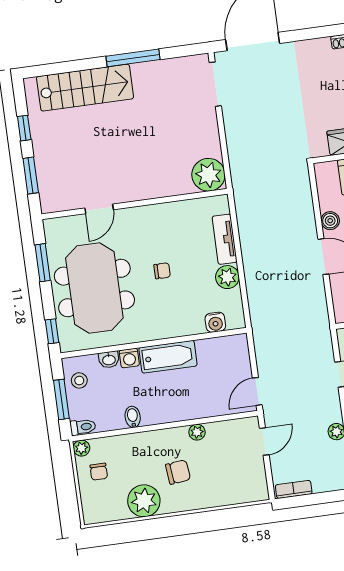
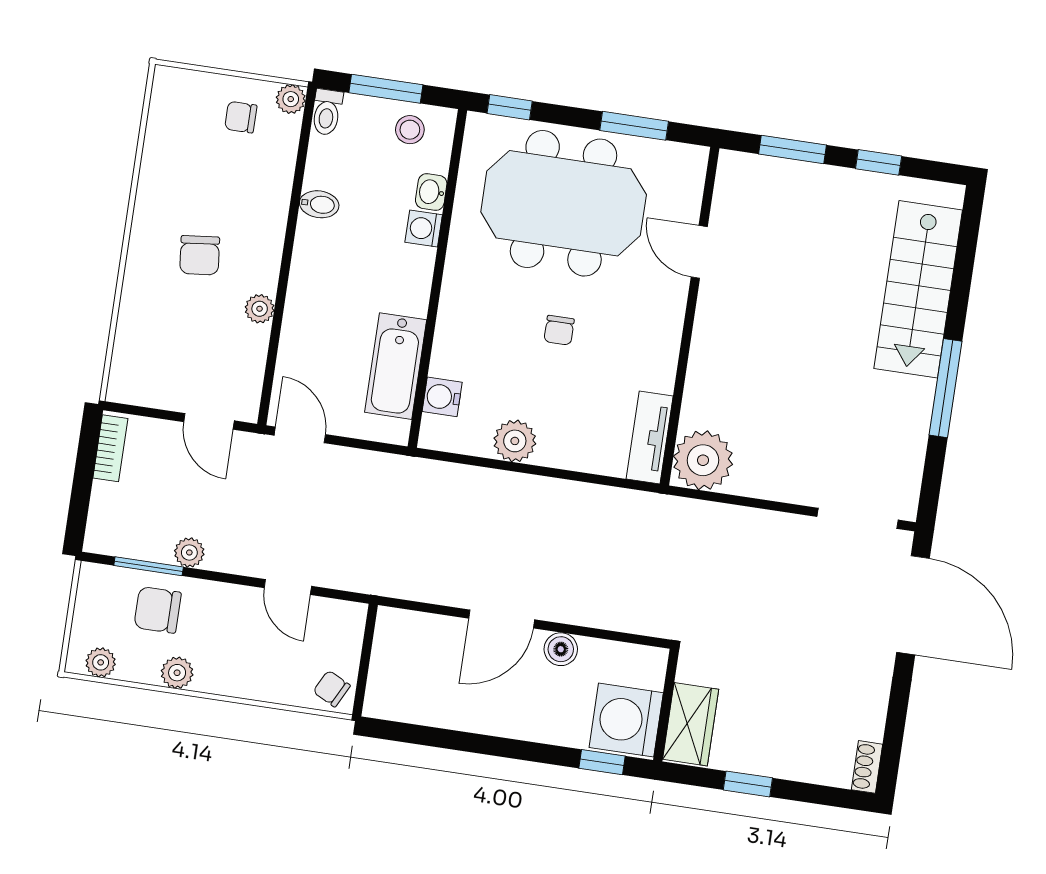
tv unit: (225, 239) -> (650, 437), moved, turned -90
bathtub: (168, 357) -> (396, 366), moved
plant: (144, 501) -> (167, 181), removed

